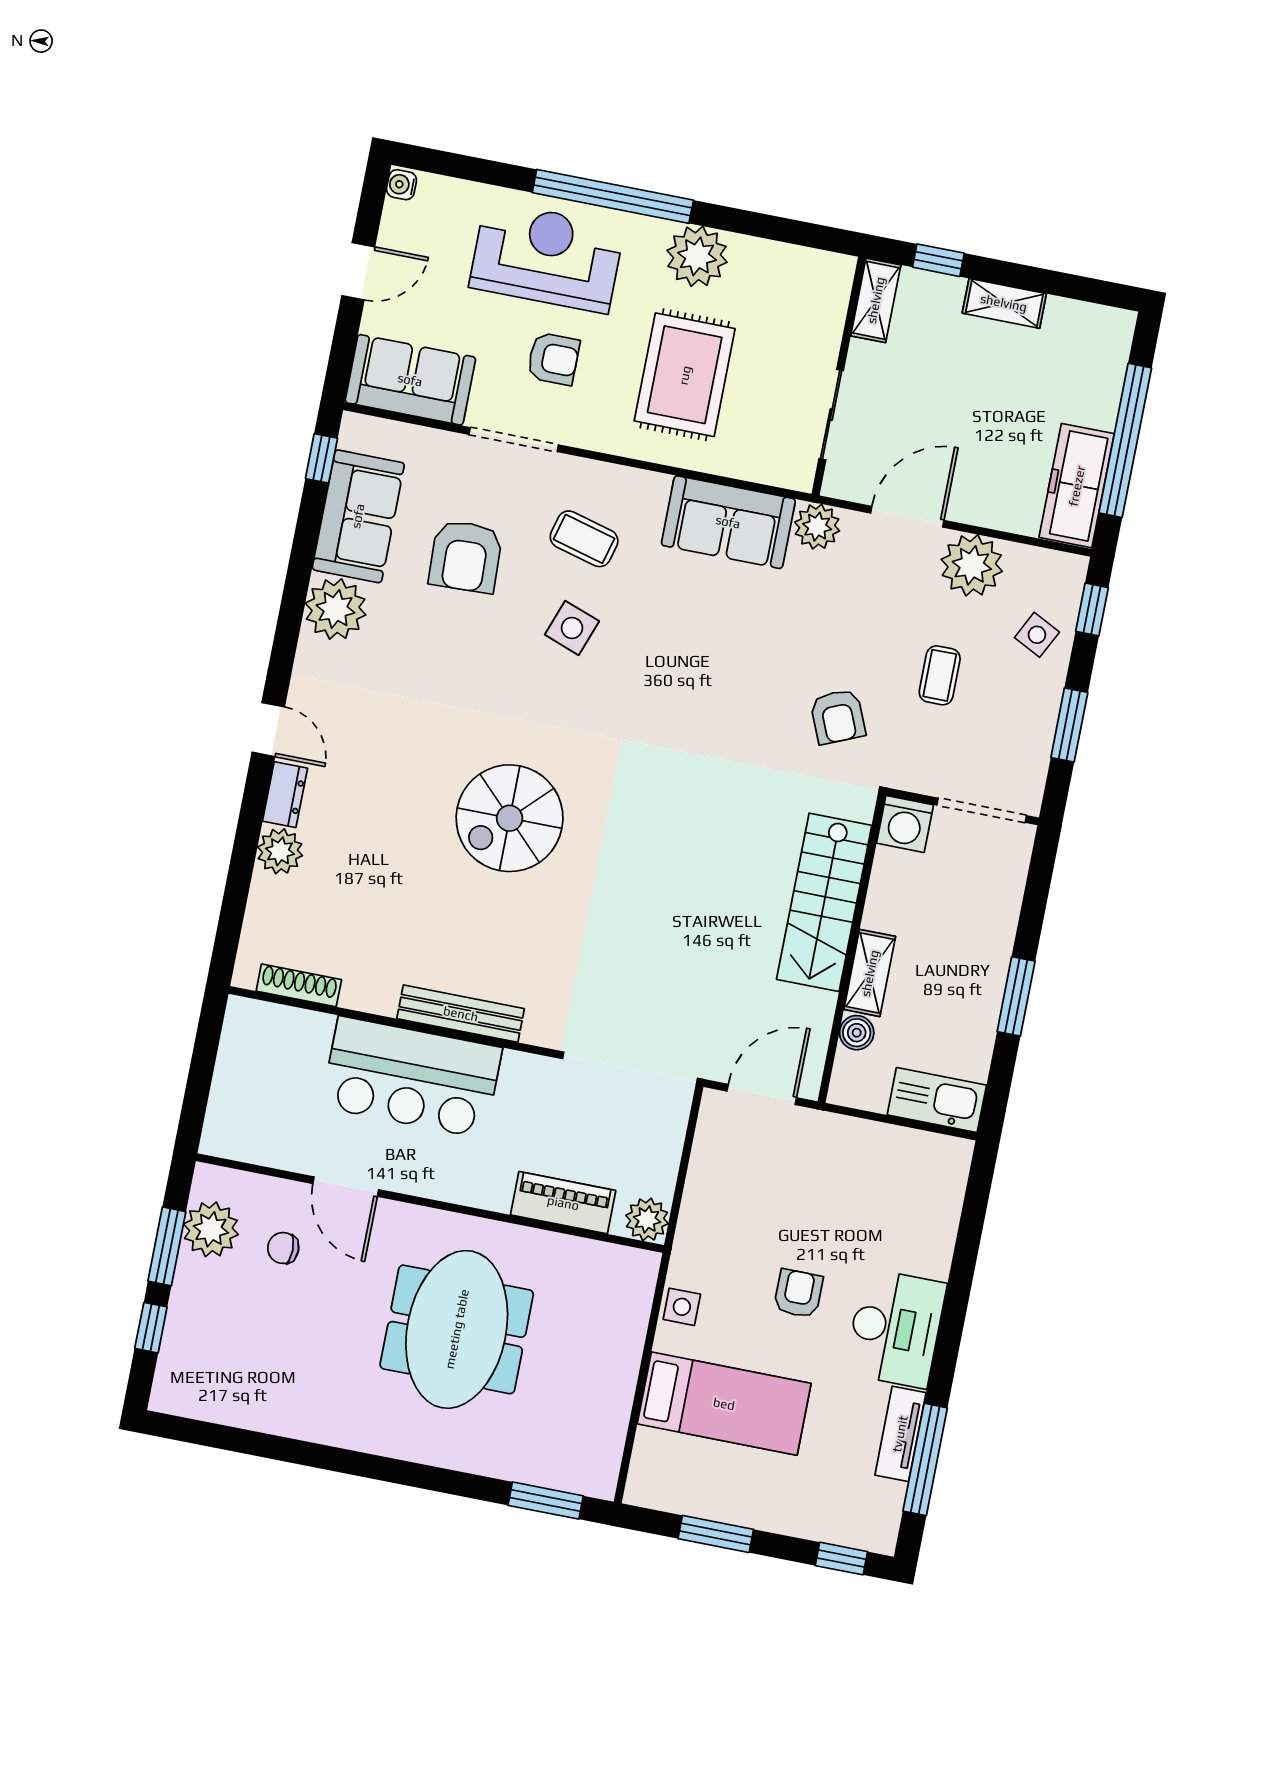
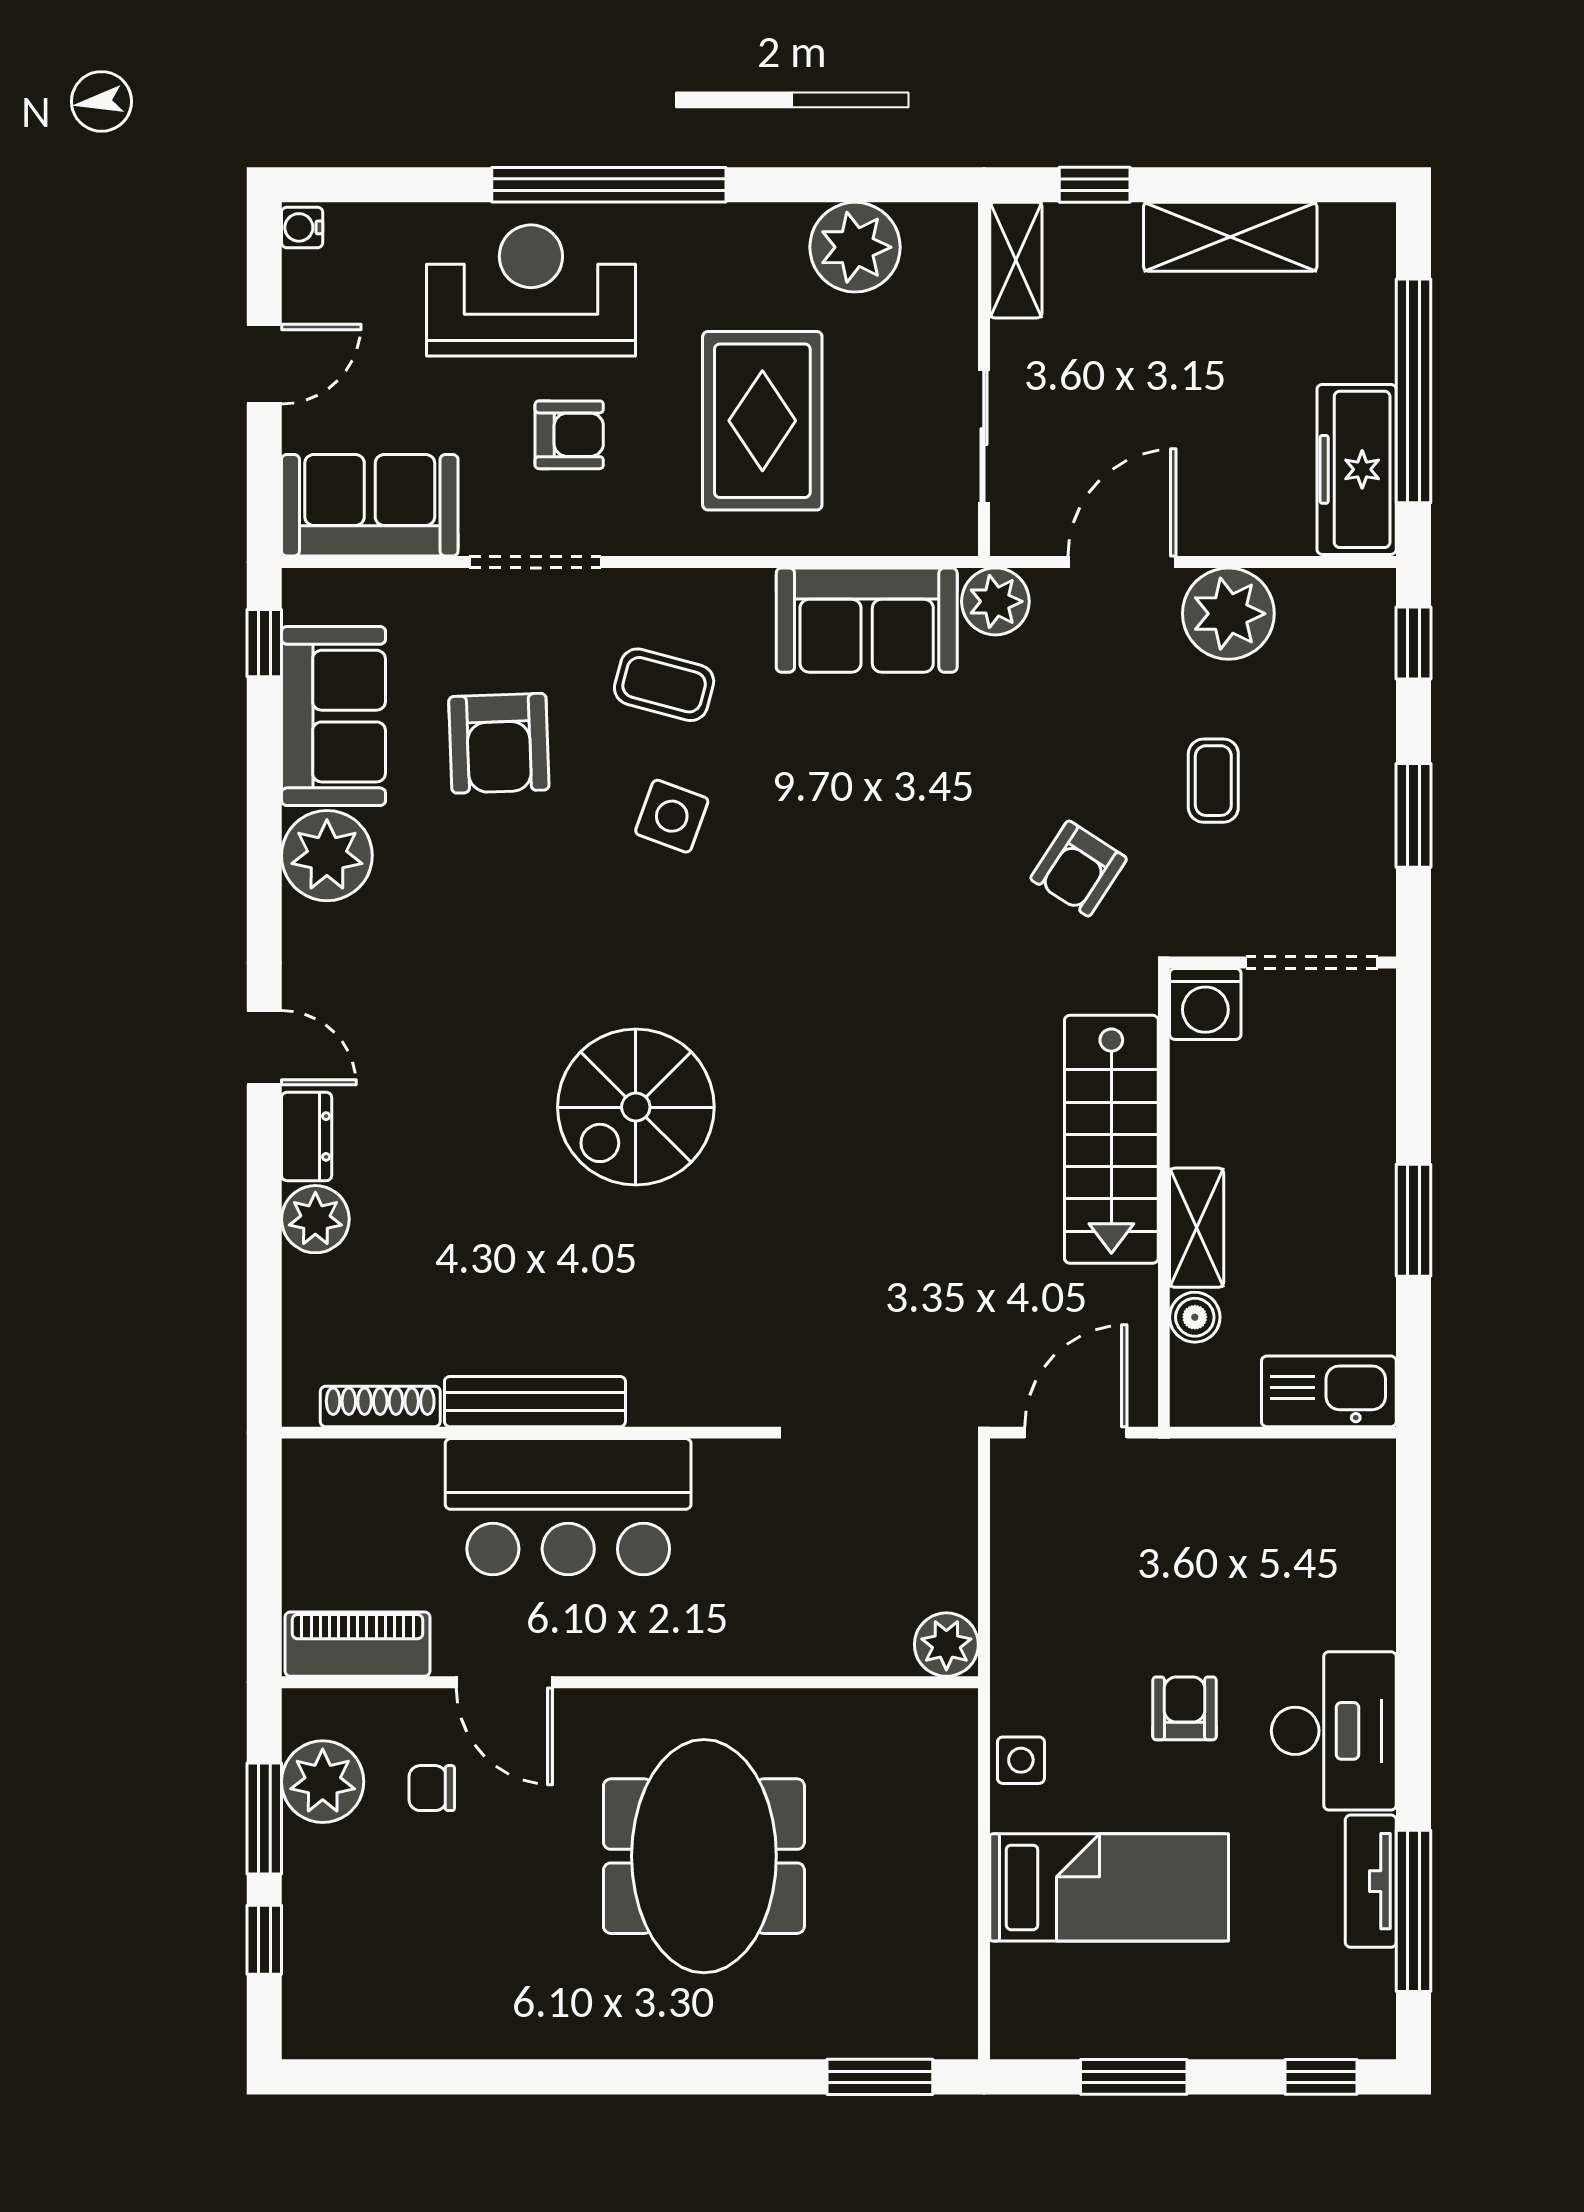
plant: (697, 256) -> (855, 247), moved
shelving: (1004, 303) -> (1230, 237), width x1.50, depth x1.33
side table: (1037, 635) -> (1342, 695), removed
armchair: (838, 717) -> (1079, 869), turned 56
bench: (461, 1014) -> (535, 1402), moved
piano: (563, 1203) -> (357, 1644), moved

